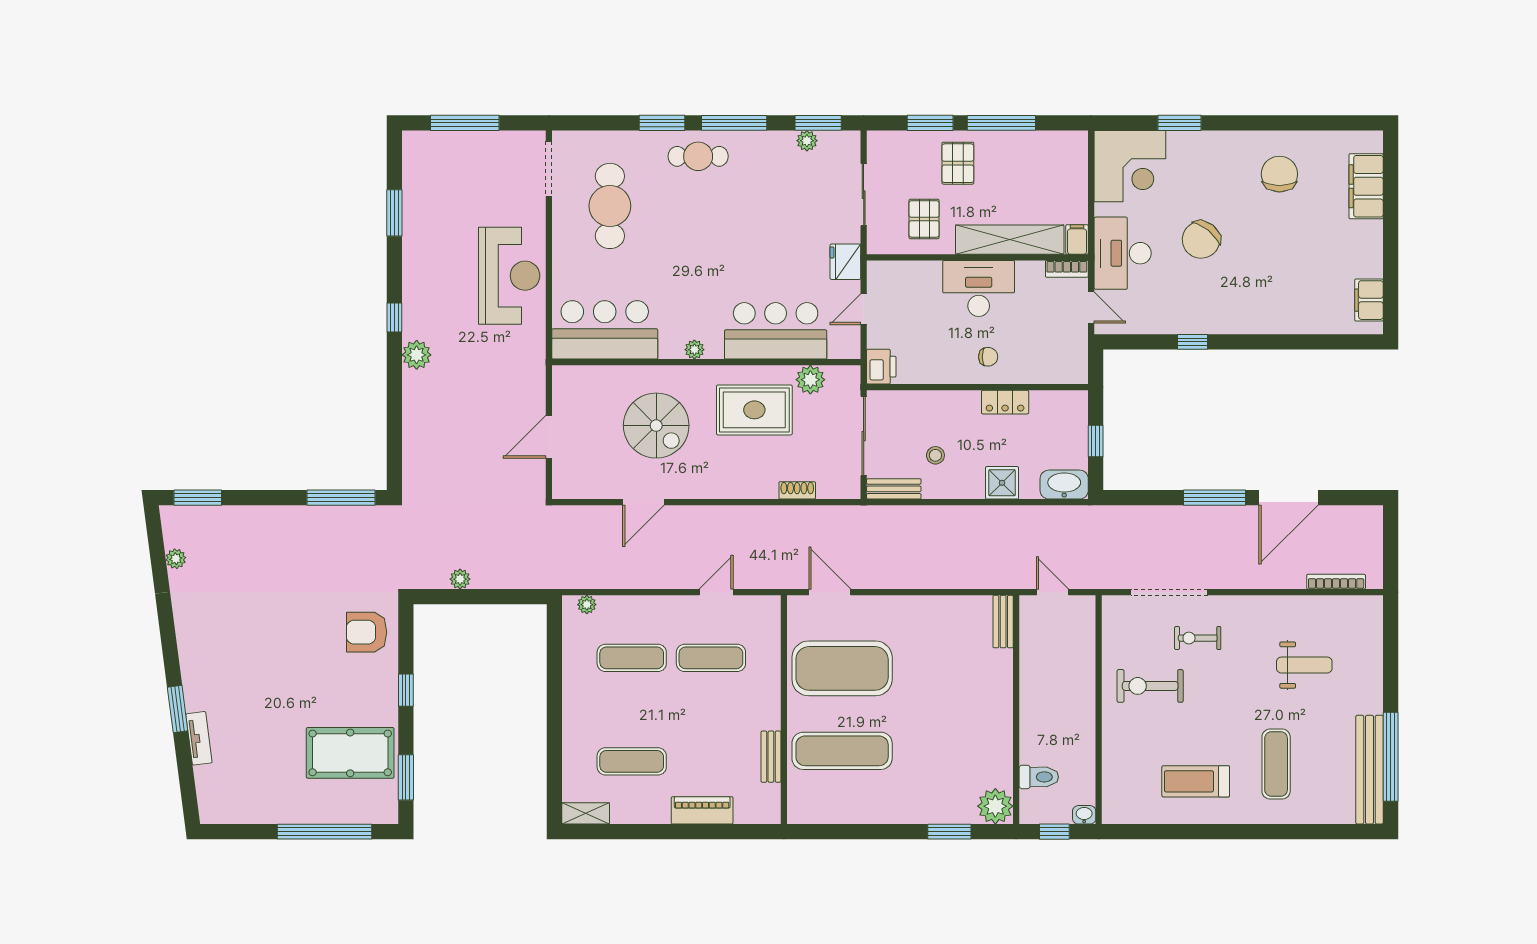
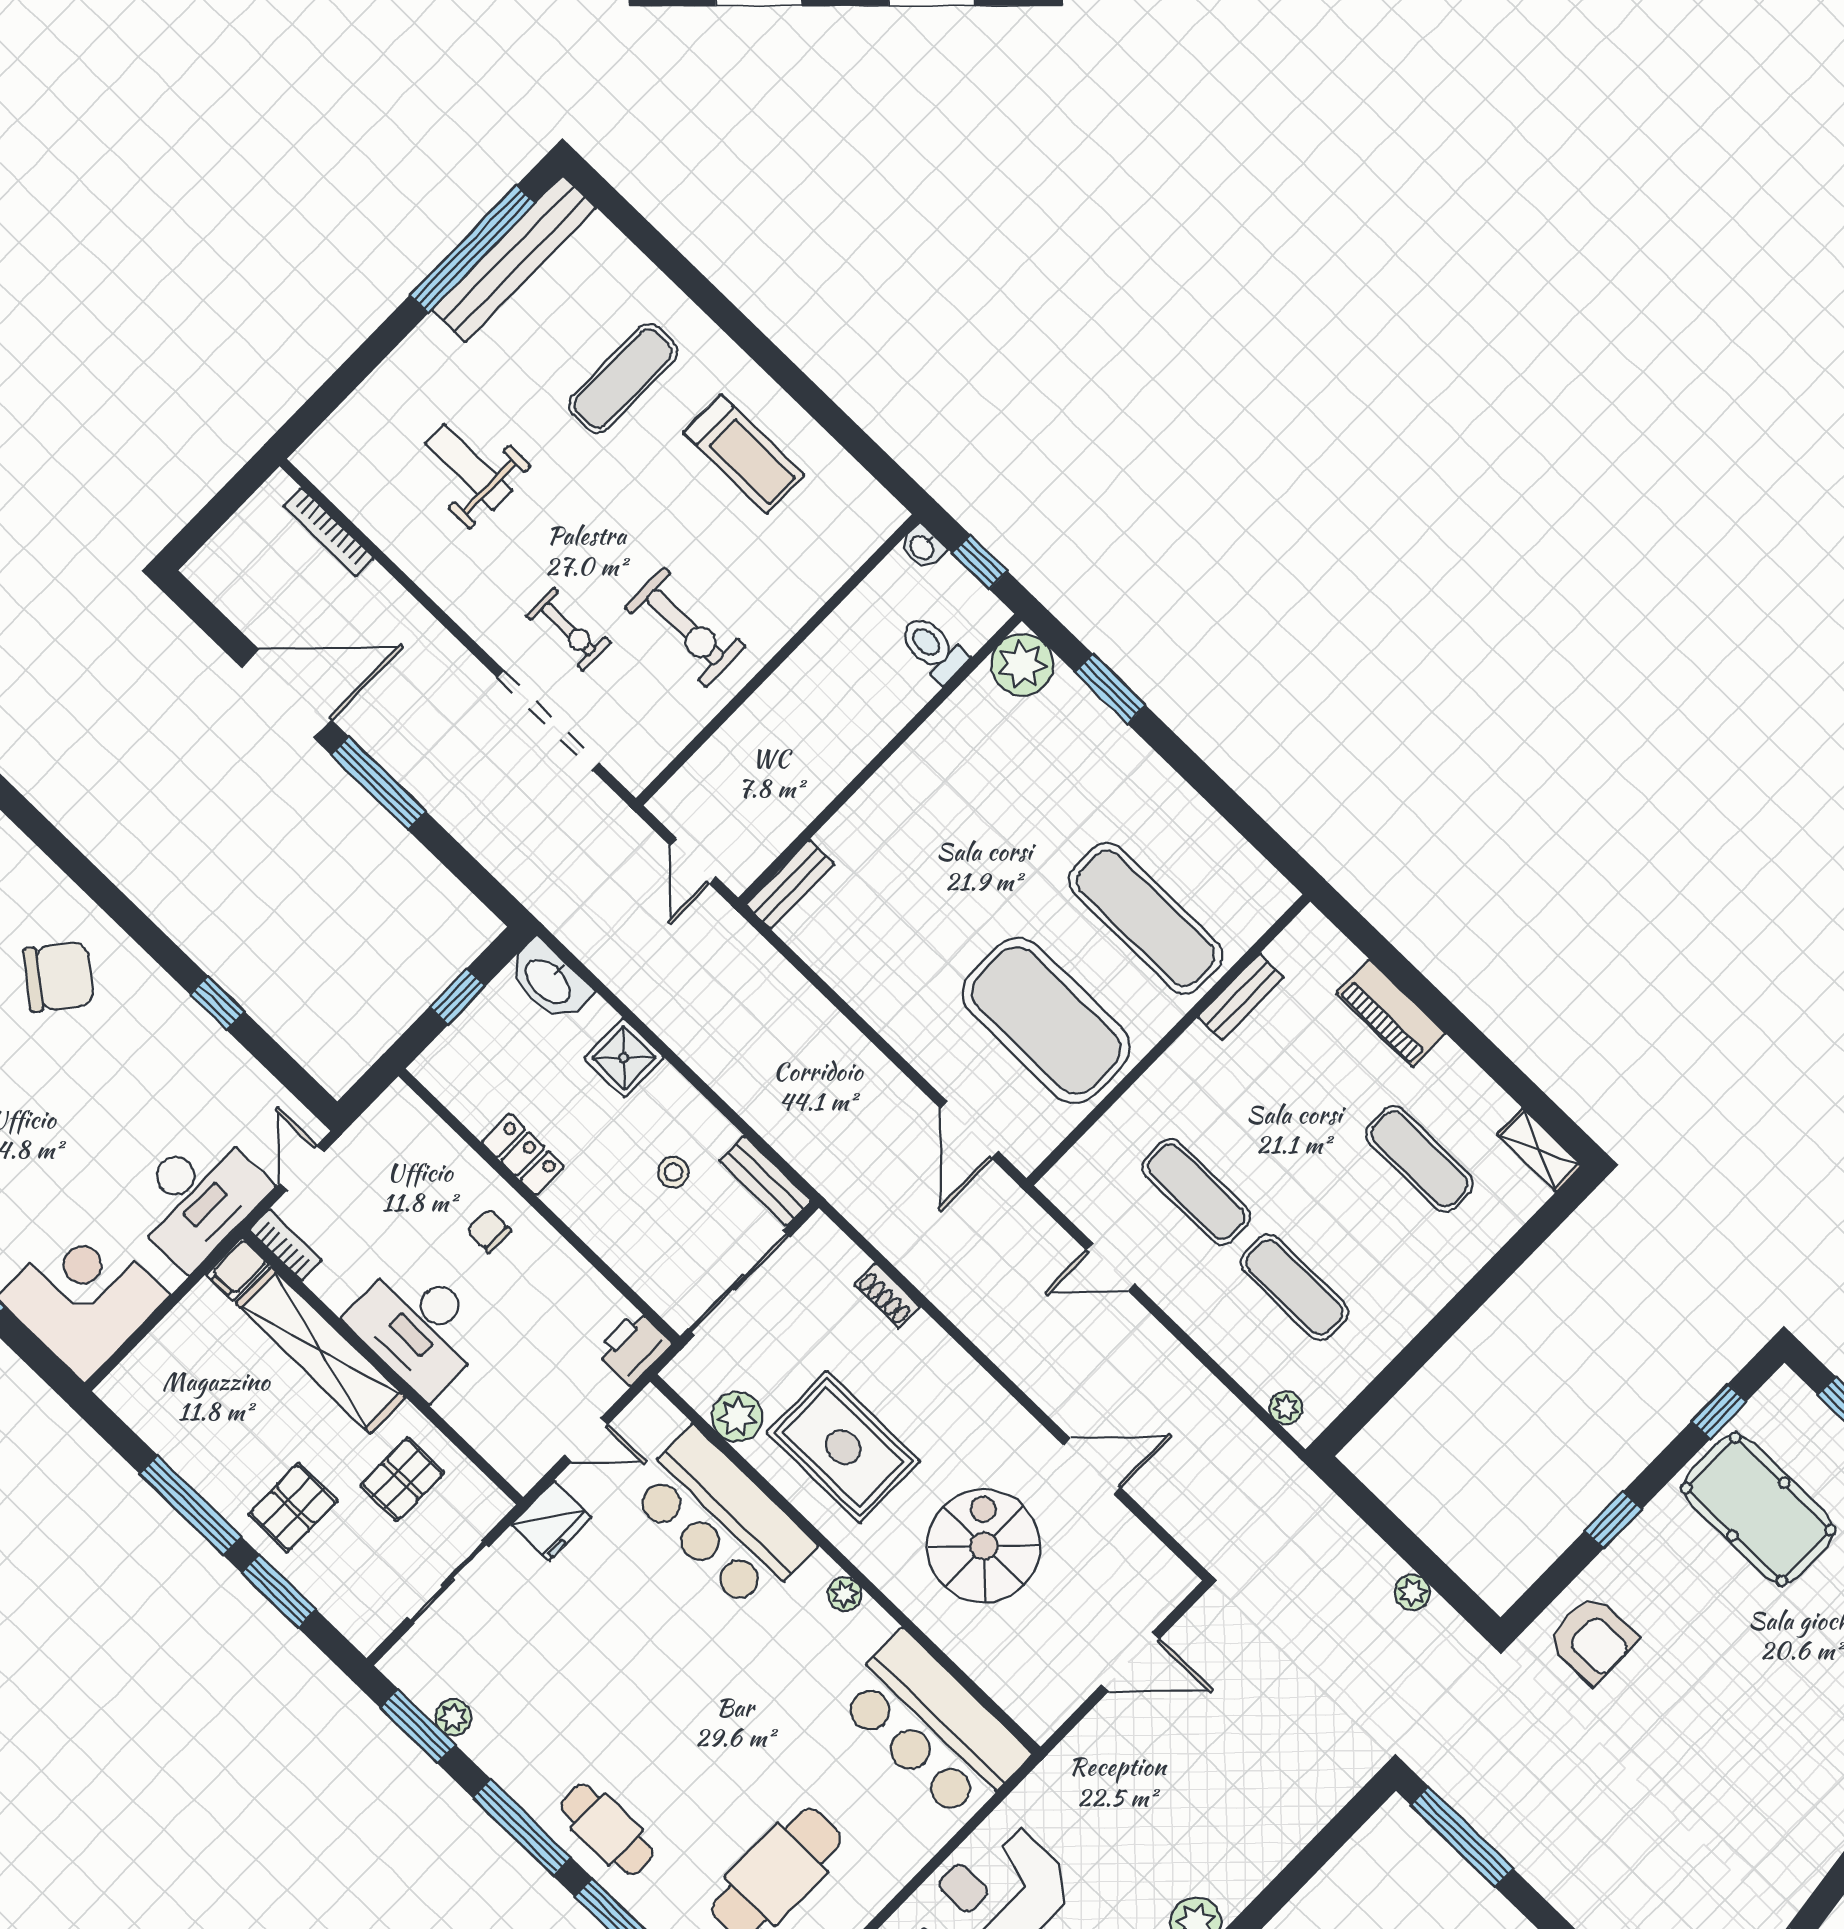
chair: (1201, 240) -> (59, 977), moved
window: (406, 777) -> (1719, 1411), width x0.67

